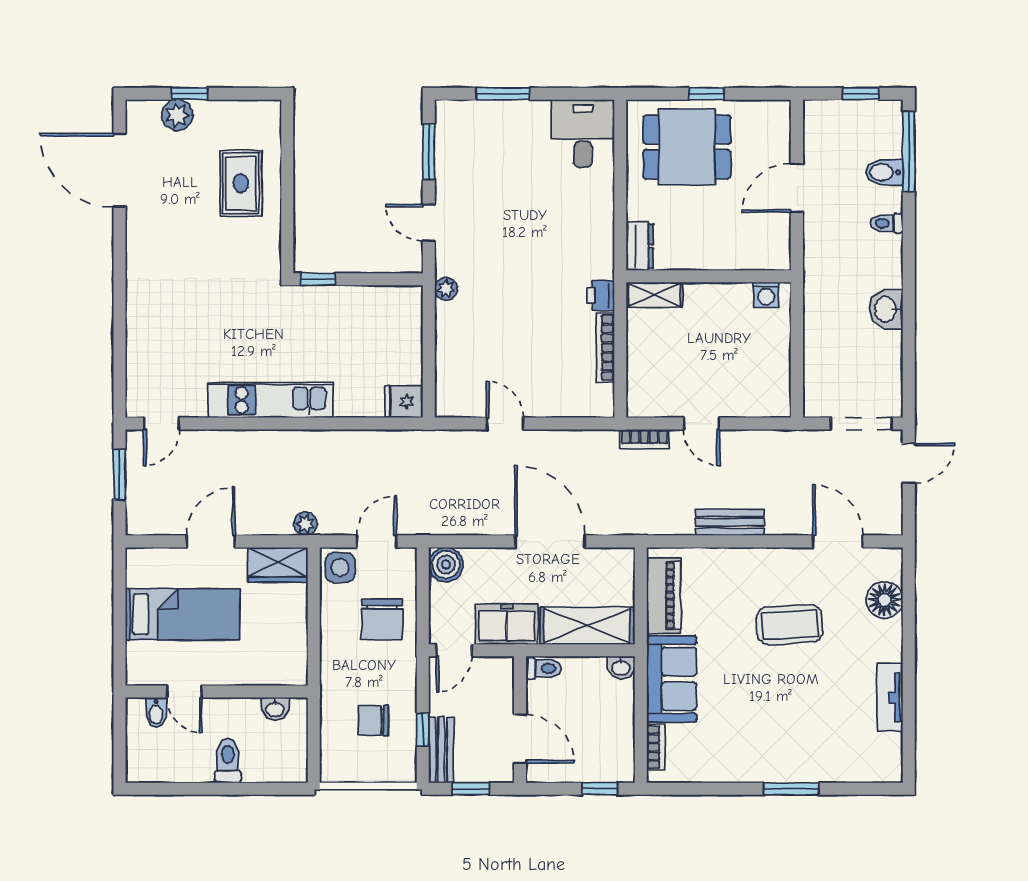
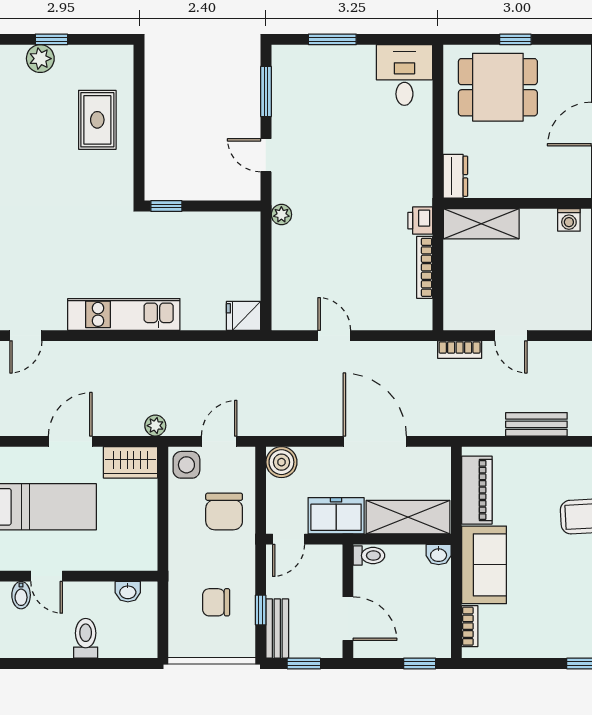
shelving: (654, 295) -> (481, 224), width x1.50, depth x1.33

